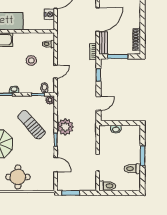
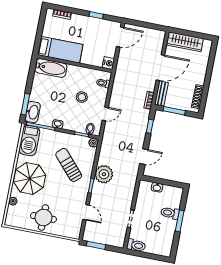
nightstand: (49, 14) -> (108, 63), moved
toilet: (132, 169) -> (170, 213), moved

